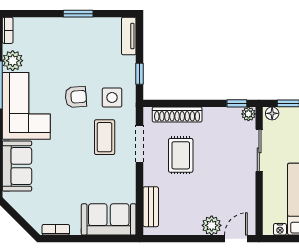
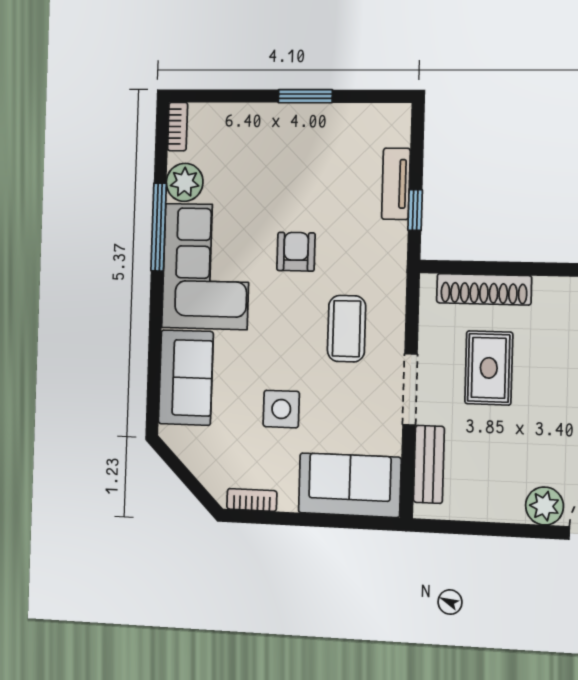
tv unit: (129, 36) -> (396, 184), moved
armchair: (76, 97) -> (296, 252), turned -86
side table: (112, 97) -> (281, 409), moved
doorway: (139, 144) -> (410, 389), moved

